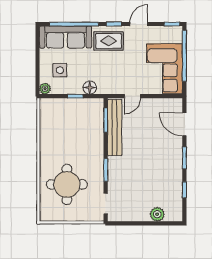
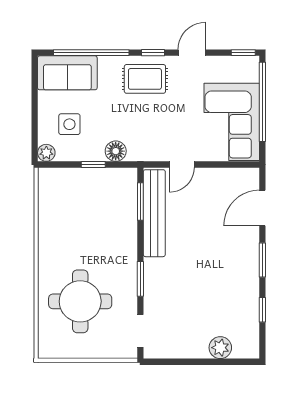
sofa: (65, 37) -> (67, 73), width x0.73
door: (184, 124) -> (262, 208), hinge flipped

